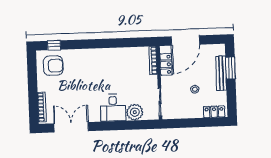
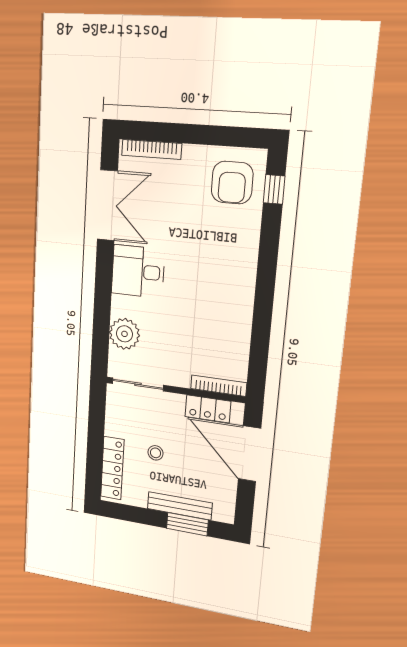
desk: (113, 108) -> (138, 271), moved
locker: (214, 112) -> (112, 468), width x1.53

